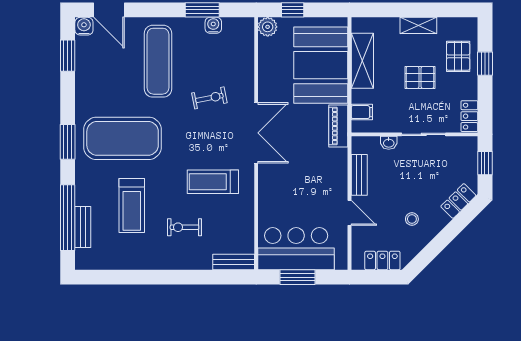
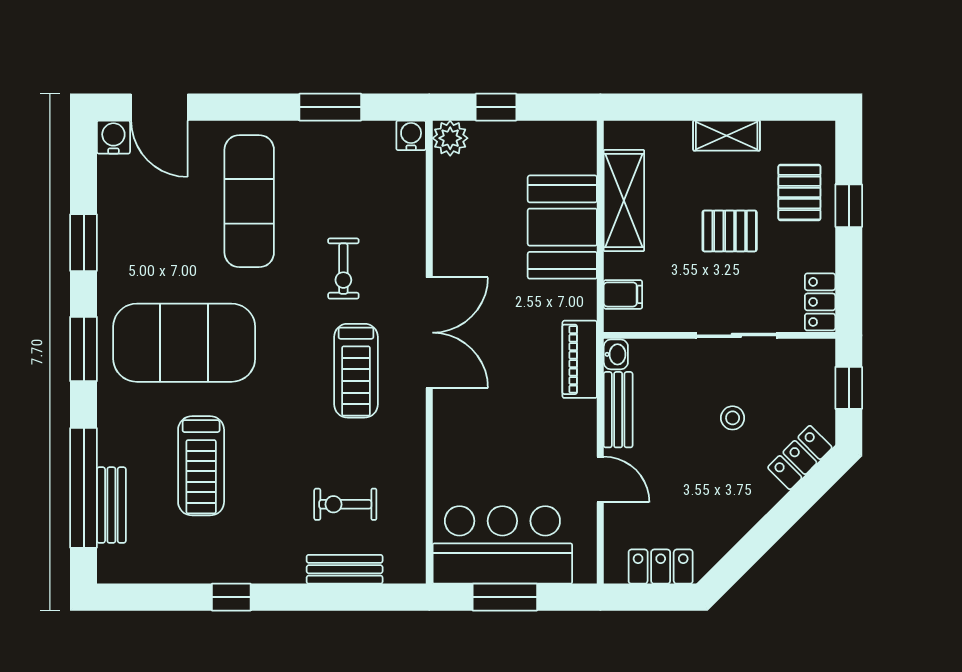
water cooler: (213, 25) -> (411, 135), moved
window: (68, 56) -> (84, 243), moved
booth: (321, 65) -> (562, 227), width x0.73, depth x0.70
exercise bike: (209, 98) -> (343, 269), turned 101
piano: (338, 126) -> (580, 359), moved
washbasin: (389, 143) -> (616, 354), moved, turned -90
treadmill: (213, 182) -> (356, 371), moved, turned -90
stool: (412, 219) -> (733, 418), moved
exercise bike: (184, 227) -> (345, 504), moved
bench: (234, 262) -> (345, 569), moved
window: (148, 277) -> (231, 597), added

